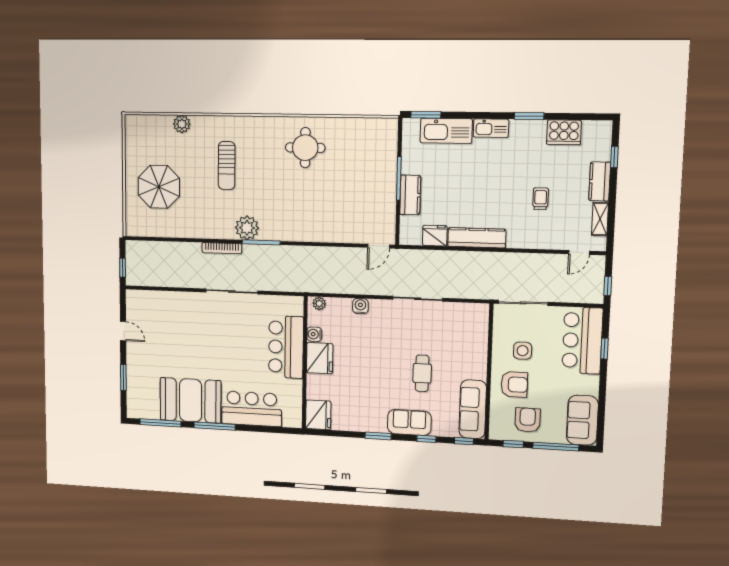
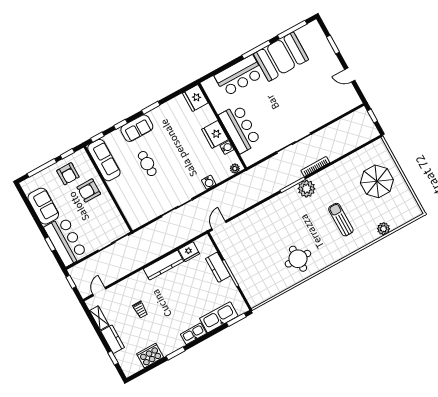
side table: (523, 351) -> (96, 214), removed
sofa: (582, 420) -> (43, 206), moved

